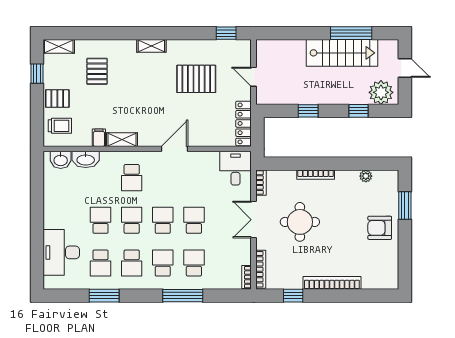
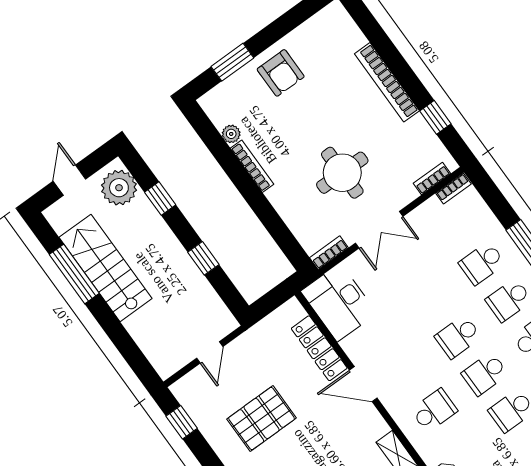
pallet: (196, 79) -> (262, 419), turned 90
locker: (244, 123) -> (319, 348), moved, turned 90
desk: (235, 168) -> (339, 302), width x1.37
bookcase: (316, 175) -> (252, 166), moved
school desk: (194, 220) -> (431, 300), removed
bookcase: (261, 269) -> (432, 178), width x0.64

